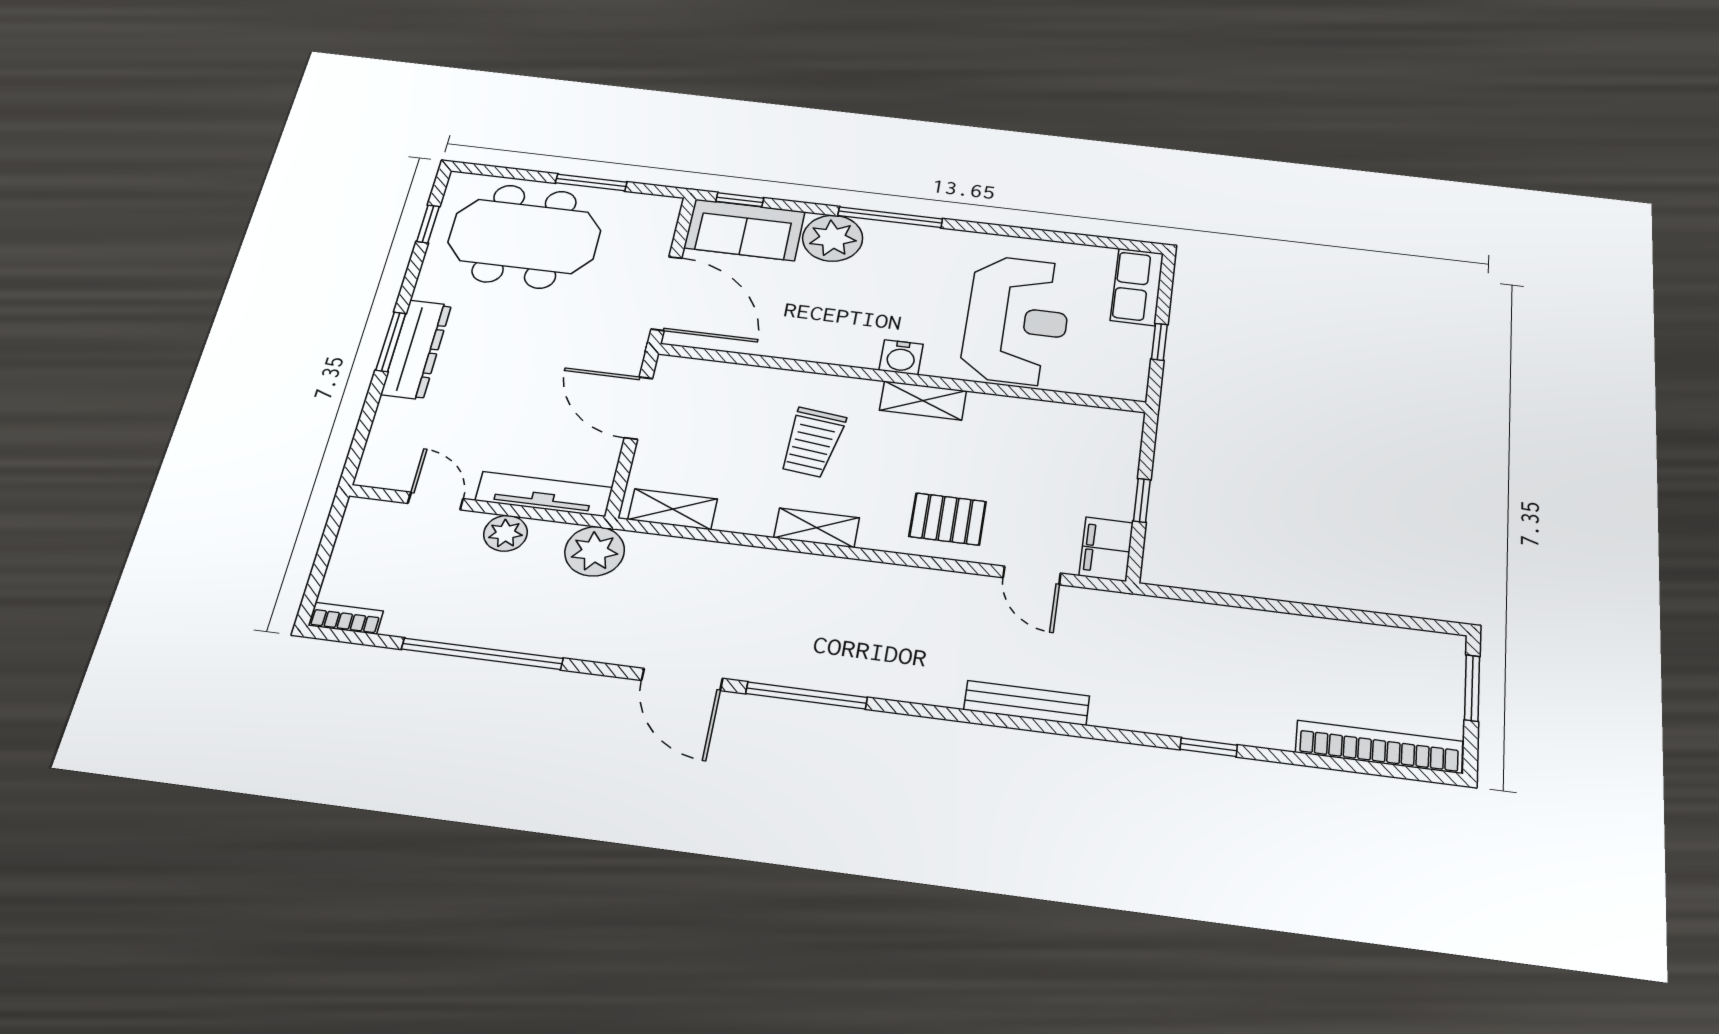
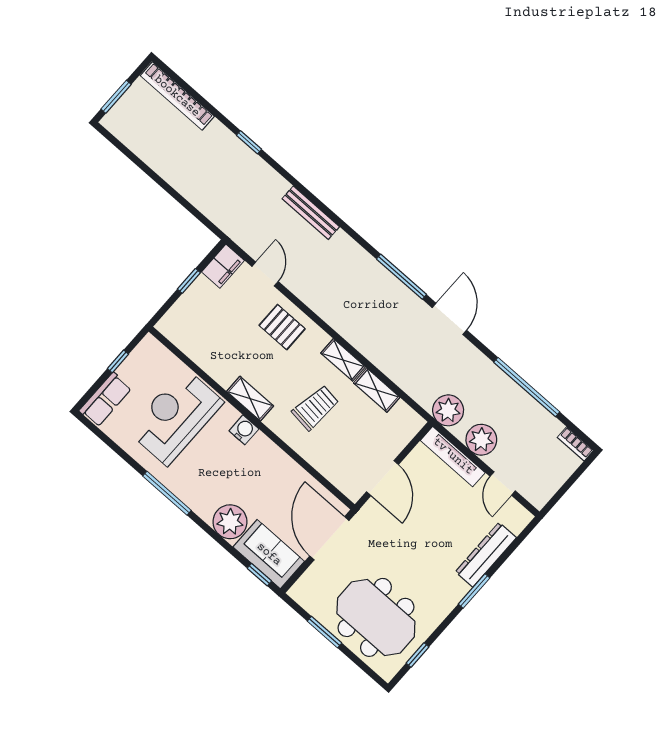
window: (890, 217) -> (167, 493), moved
dresser: (416, 349) -> (486, 555), moved
shelving: (673, 509) -> (377, 390), moved
plant: (505, 533) -> (481, 440), width x1.36, depth x1.36

